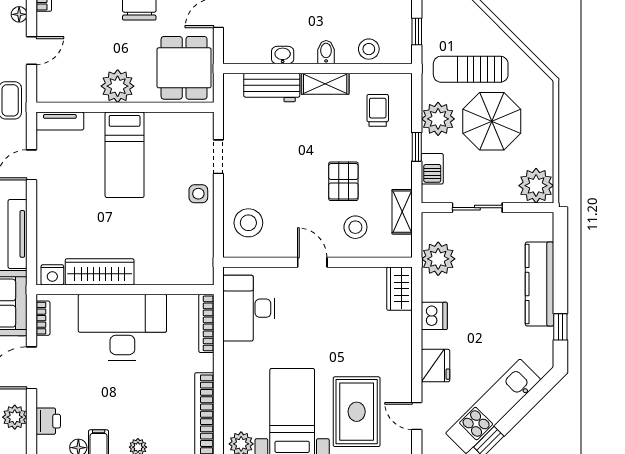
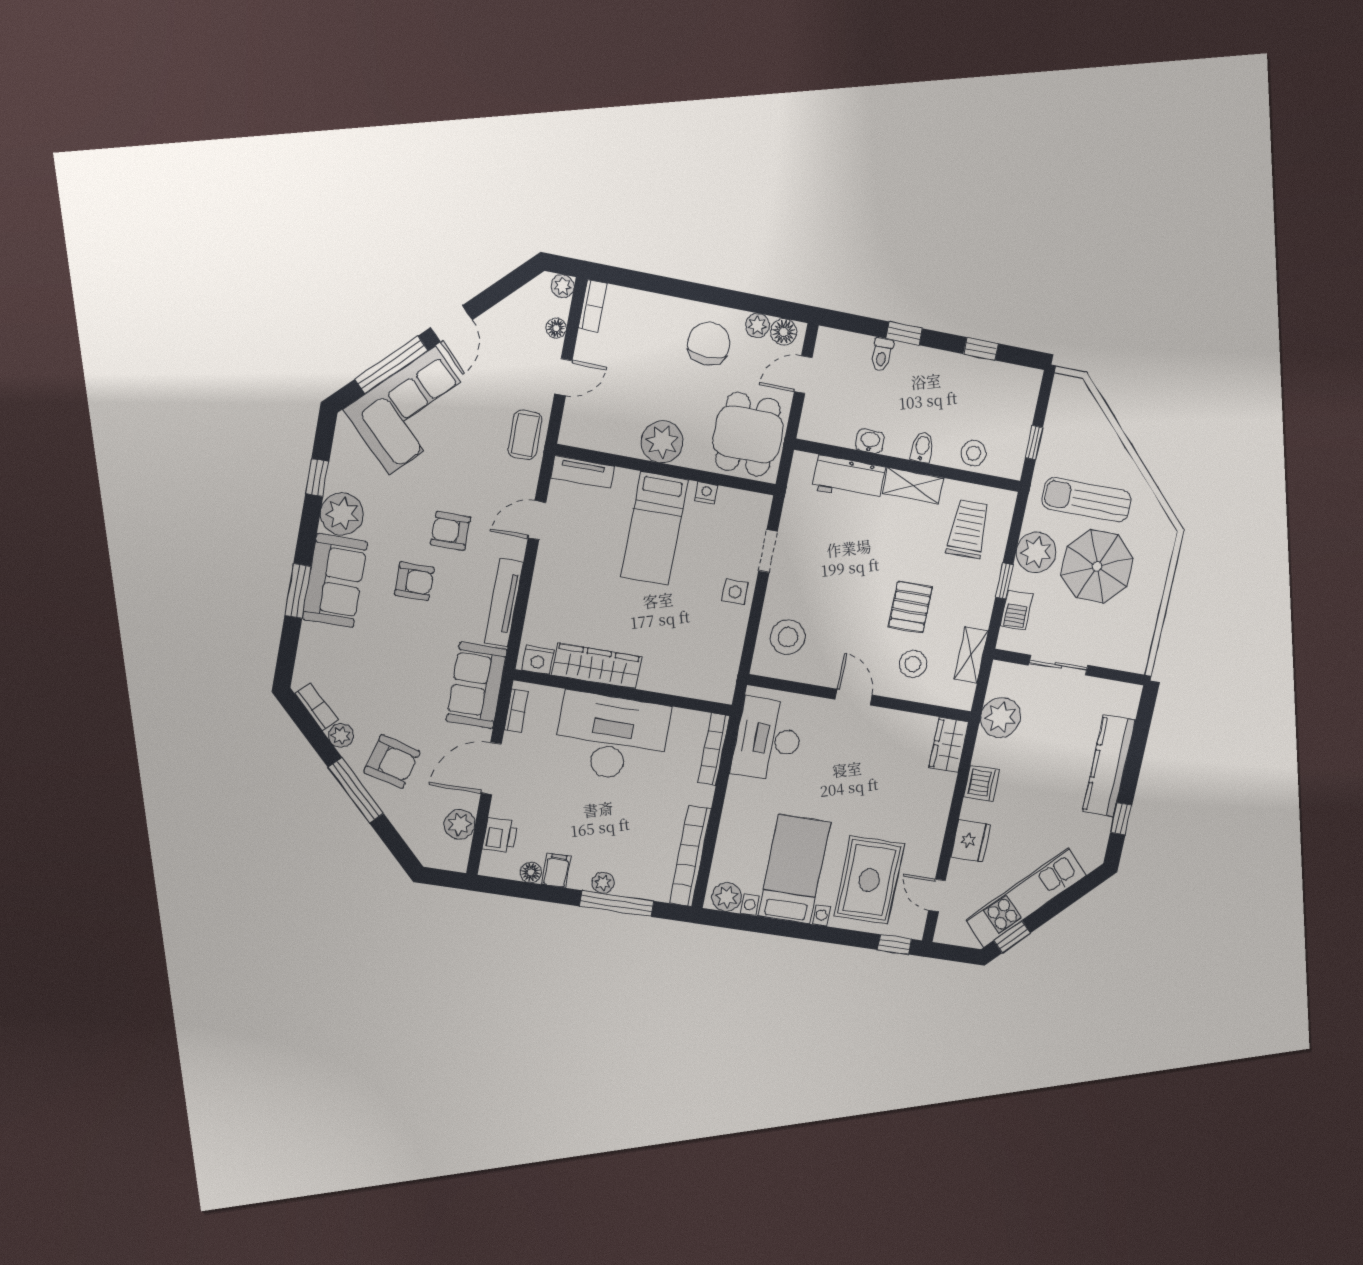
trolley: (378, 110) -> (968, 529), width x1.36, depth x1.39
nightstand: (160, 119) -> (706, 493), added
plant: (536, 186) -> (1130, 651), removed

